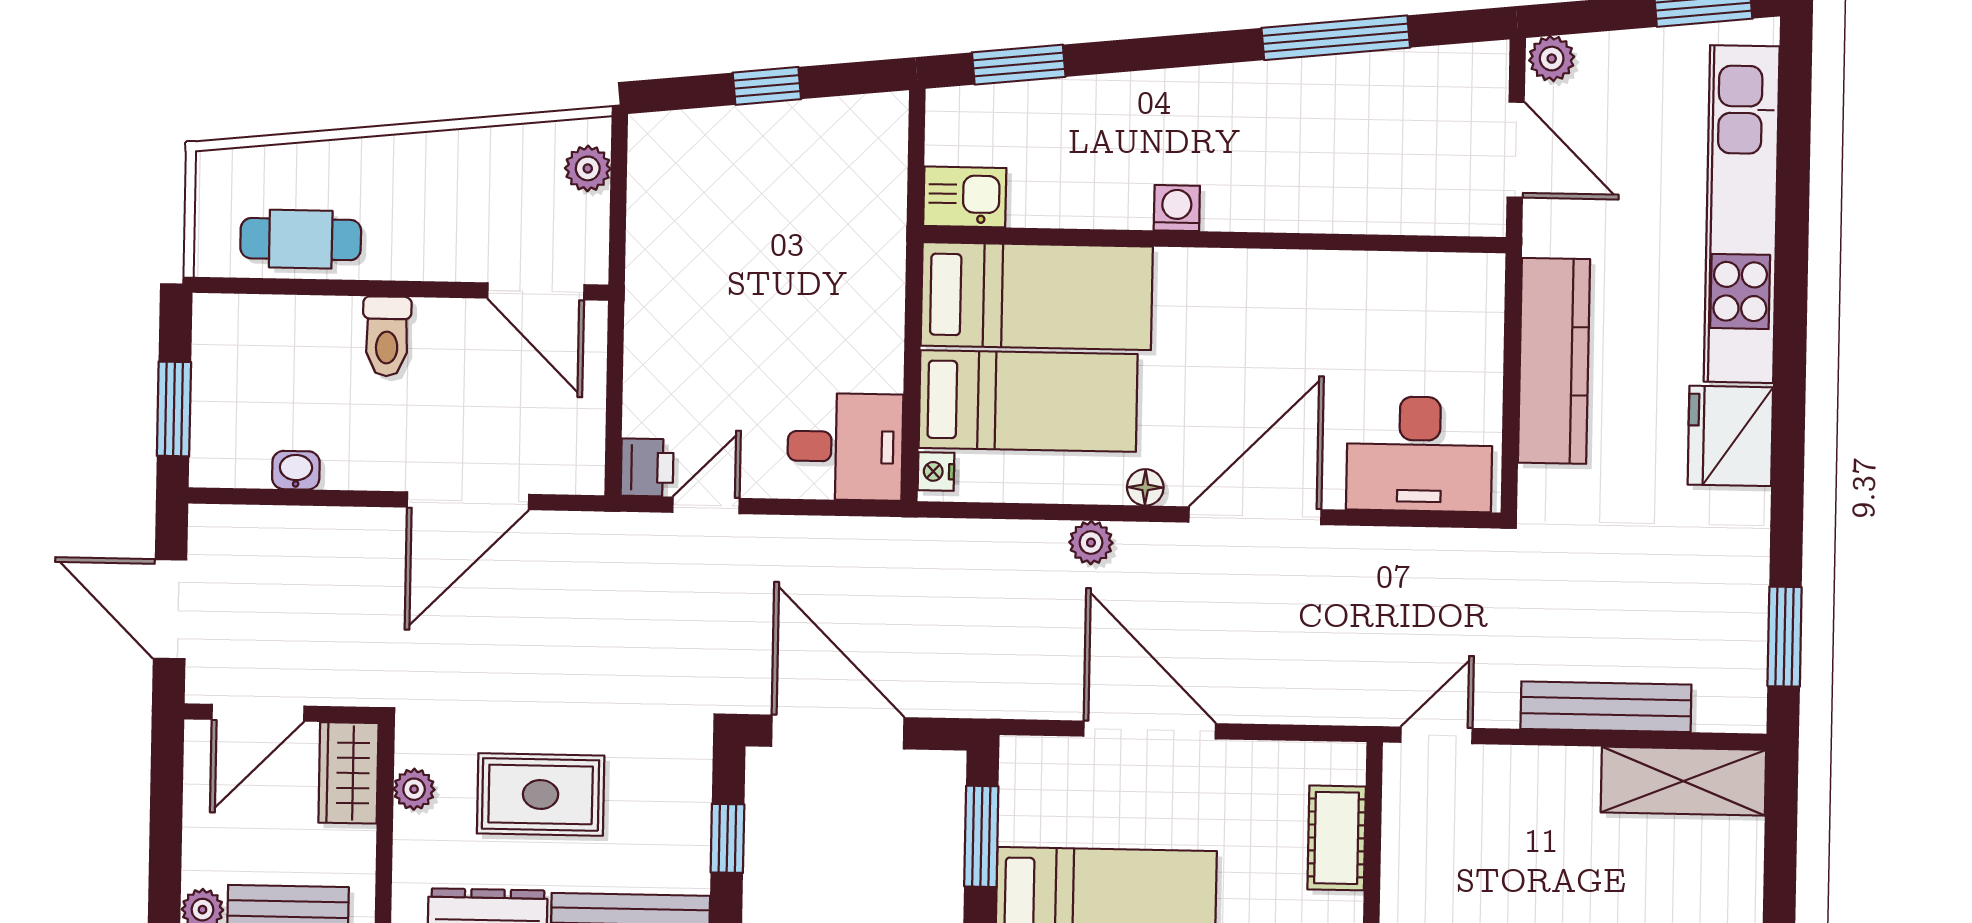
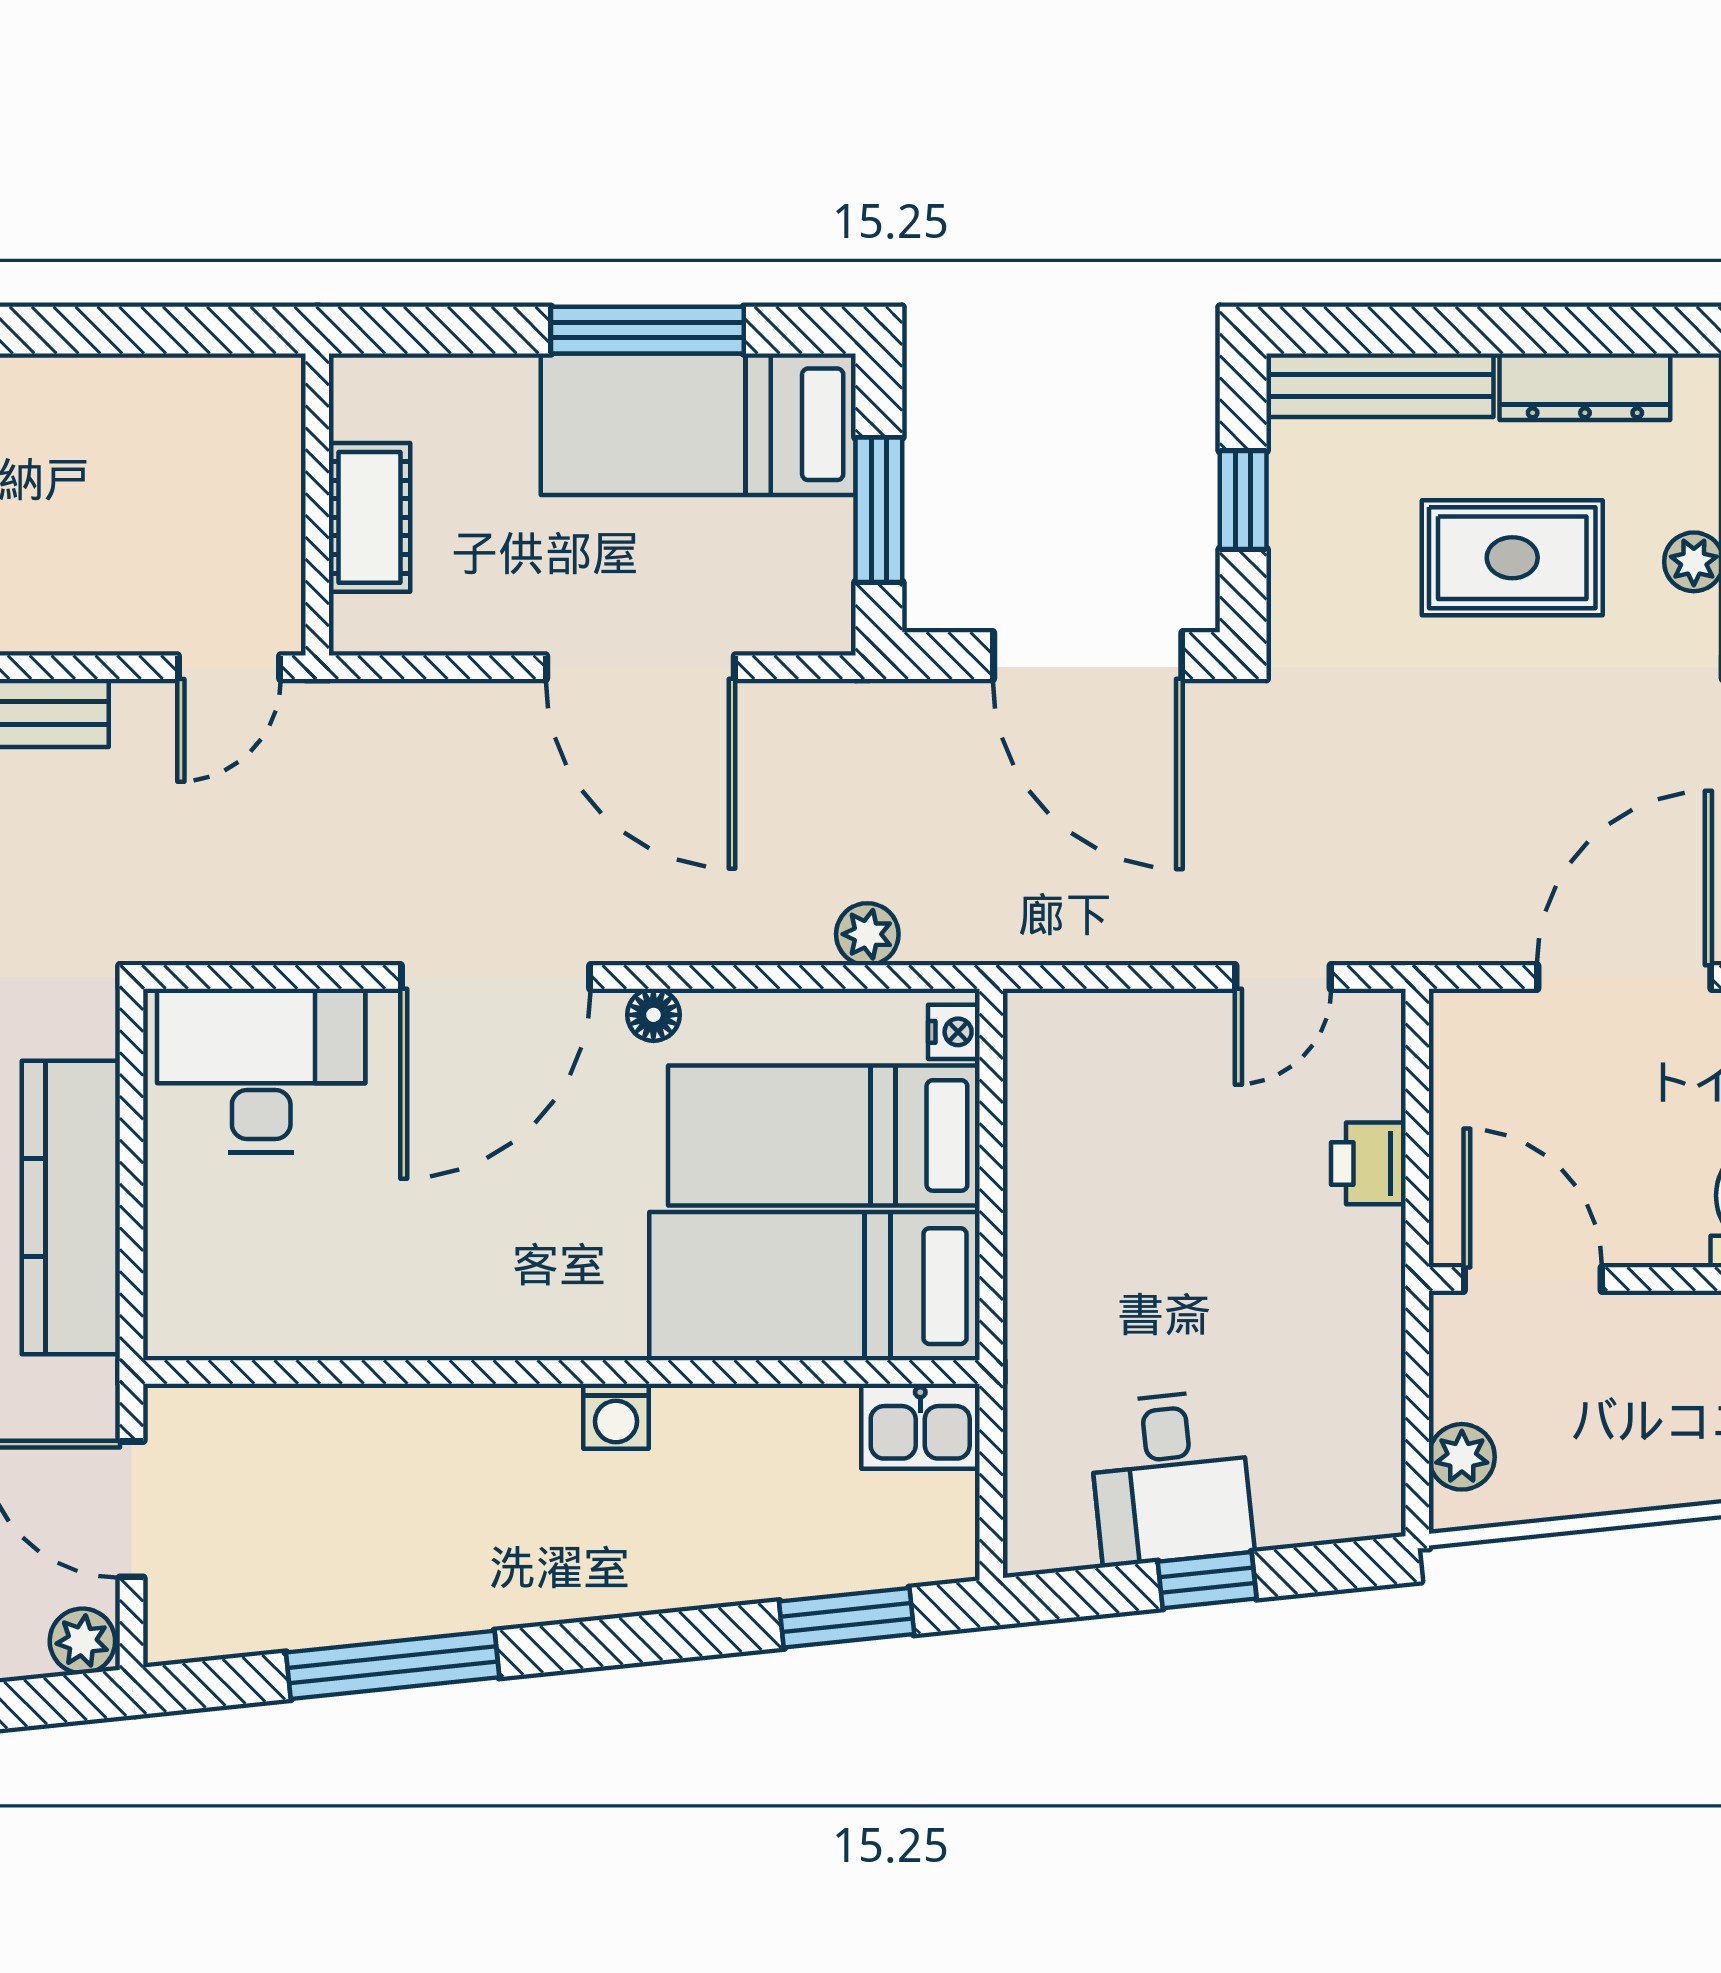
desk: (845, 447) -> (1171, 1478), moved, turned -96
printer: (647, 467) -> (1368, 1163), moved
plant: (1091, 543) -> (867, 934), moved

